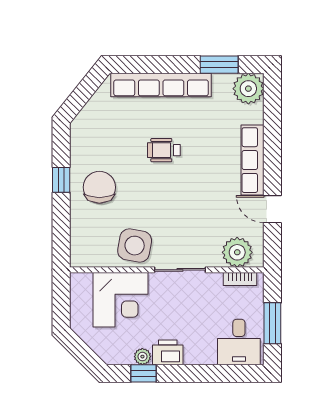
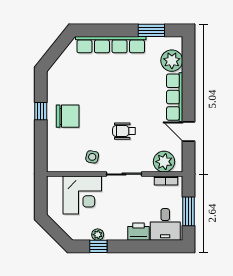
plant: (248, 89) -> (172, 61), moved
wheelchair: (164, 150) -> (124, 131), moved
chair: (99, 187) -> (68, 116), turned 90
side table: (135, 246) -> (92, 157), width x0.54, depth x0.54
printer: (168, 352) -> (139, 232), moved

